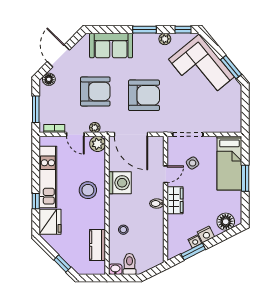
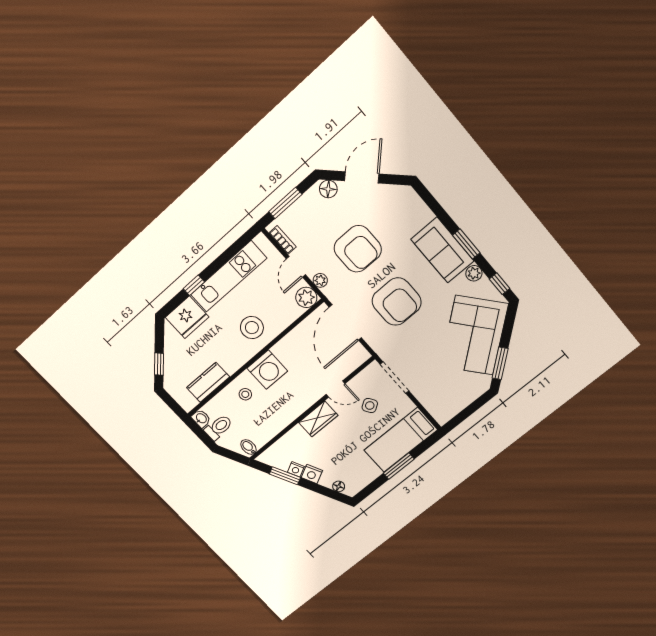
sofa: (111, 46) -> (442, 250), moved
washing machine: (120, 183) -> (267, 370), moved
bidet: (157, 204) -> (249, 447), moved
floor lamp: (226, 222) -> (339, 486), width x0.53, depth x0.53

